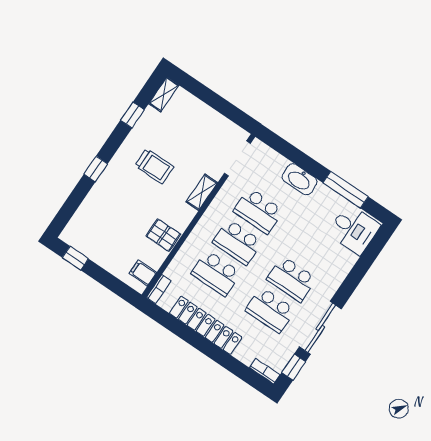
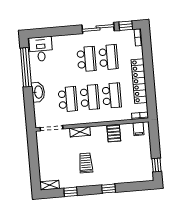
window: (346, 190) -> (26, 67), width x1.46

